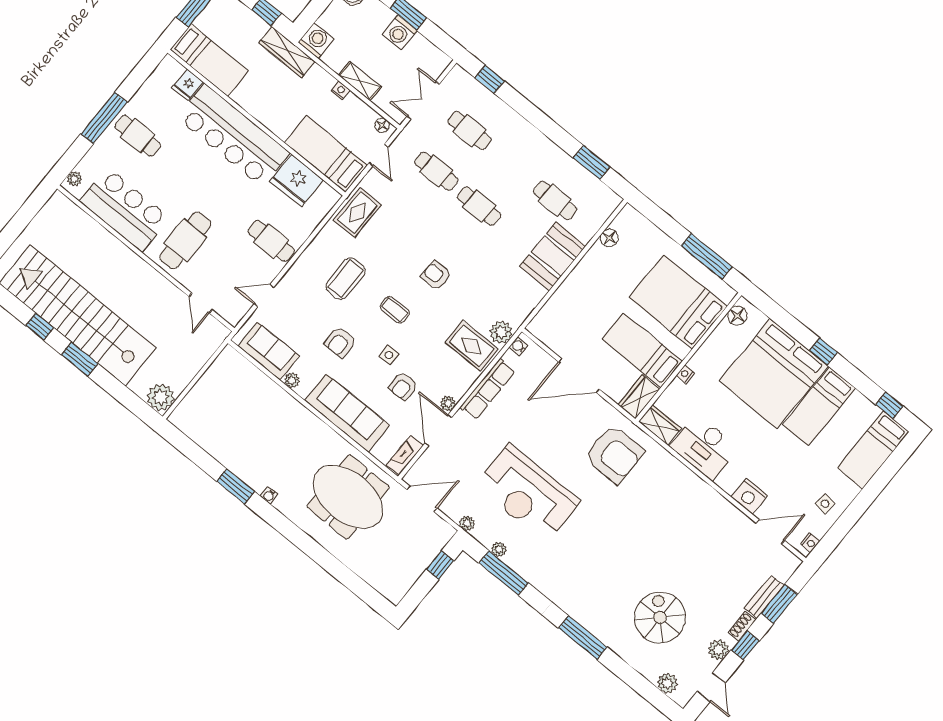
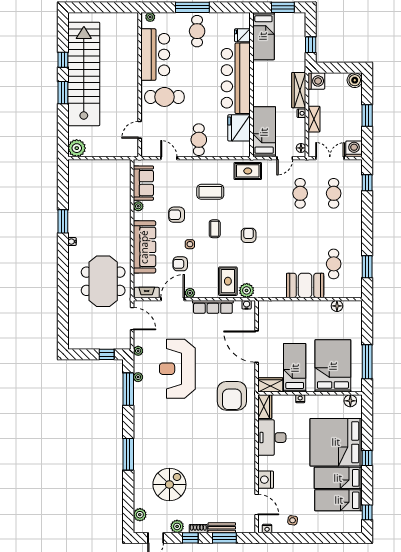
washing machine: (400, 32) -> (354, 149), moved, turned 90
wardrobe: (287, 52) -> (299, 90), moved
cafe table: (479, 206) -> (300, 229), removed
bed: (873, 450) -> (339, 500), moved

